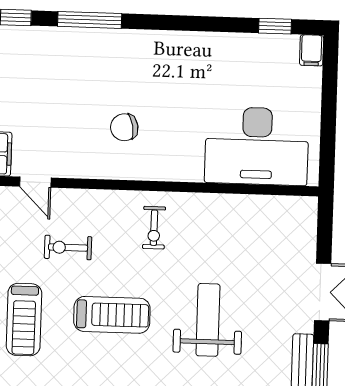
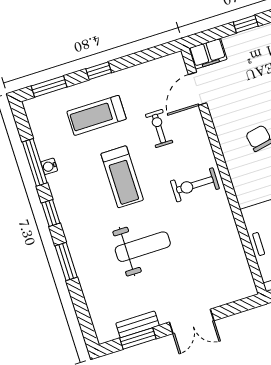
door: (35, 182) -> (197, 89), width x1.37
exercise bike: (154, 228) -> (195, 185), width x1.38, depth x1.39

